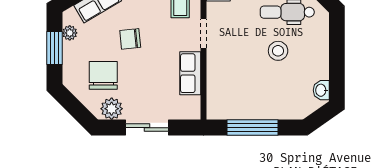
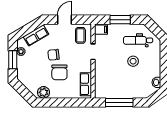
row of seats: (190, 73) -> (86, 84), moved
chair: (103, 75) -> (59, 72), moved, turned 180
sliding door: (147, 128) -> (63, 102), removed

